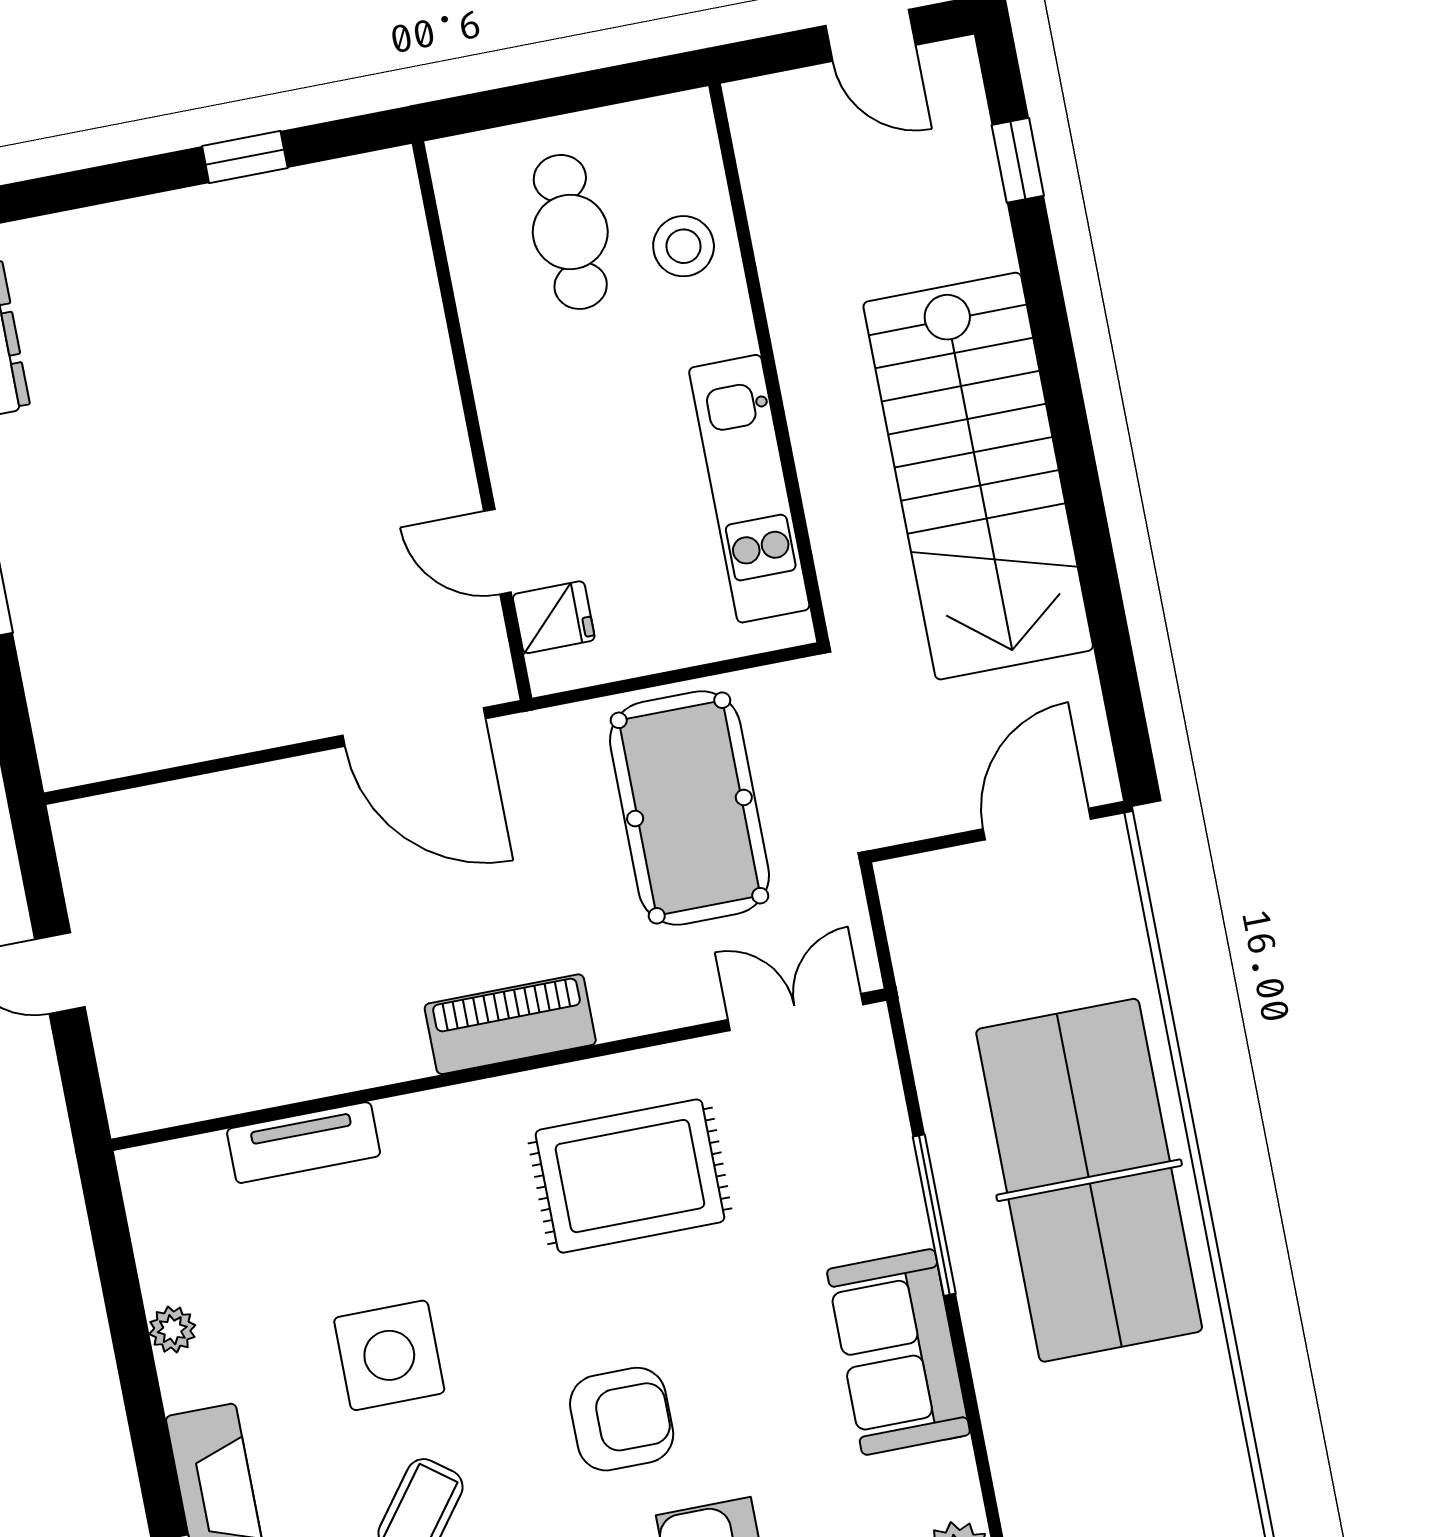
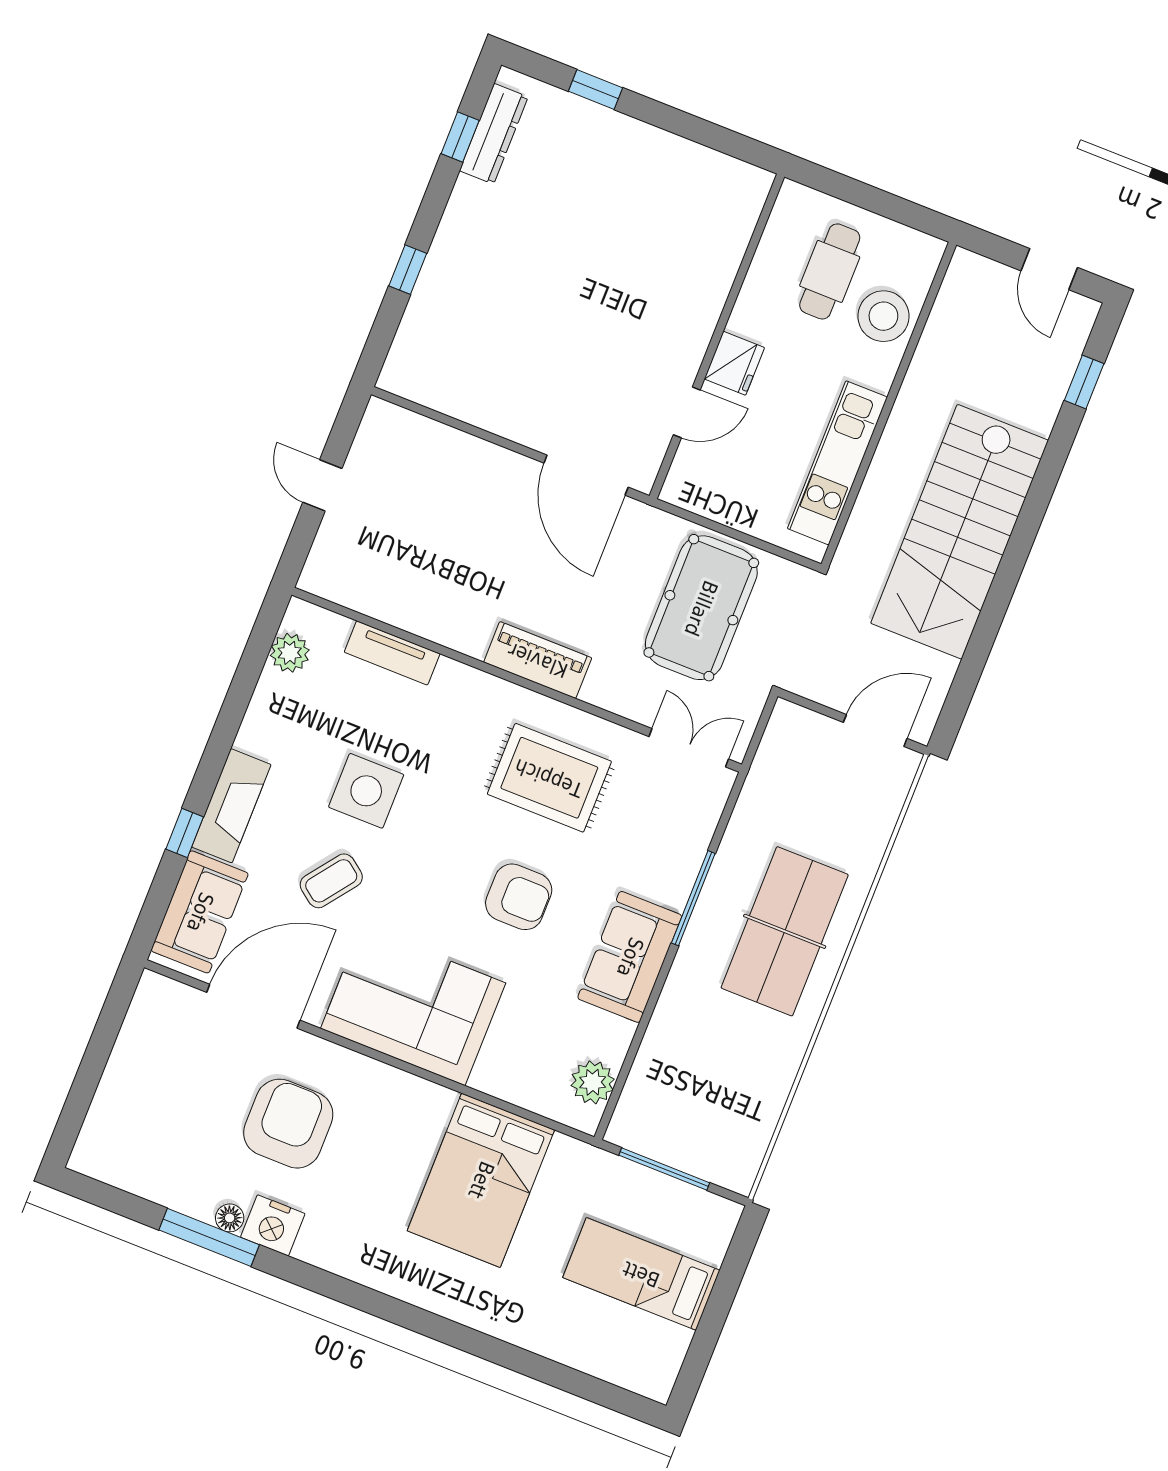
window: (245, 157) -> (596, 89), moved
stool: (684, 246) -> (883, 316), width x1.38, depth x1.38
door: (497, 552) -> (687, 412), swing flipped
fridge: (554, 617) -> (734, 363), moved, width x1.38
table tennis table: (1089, 1180) -> (785, 931), width x0.73, depth x0.76
plant: (172, 1330) -> (290, 653), moved, width x1.38, depth x1.38
armchair: (622, 1419) -> (519, 897), moved

